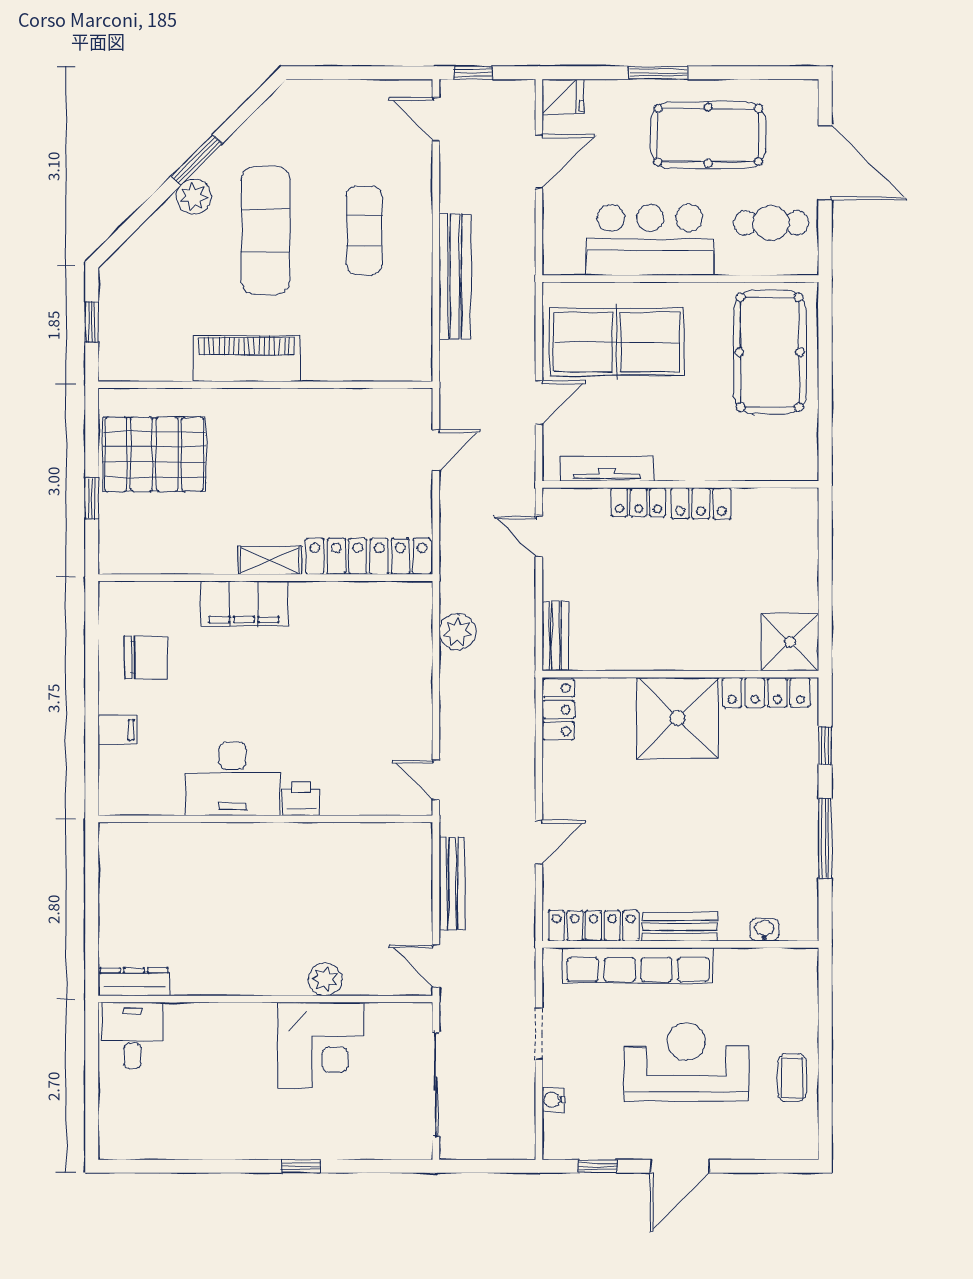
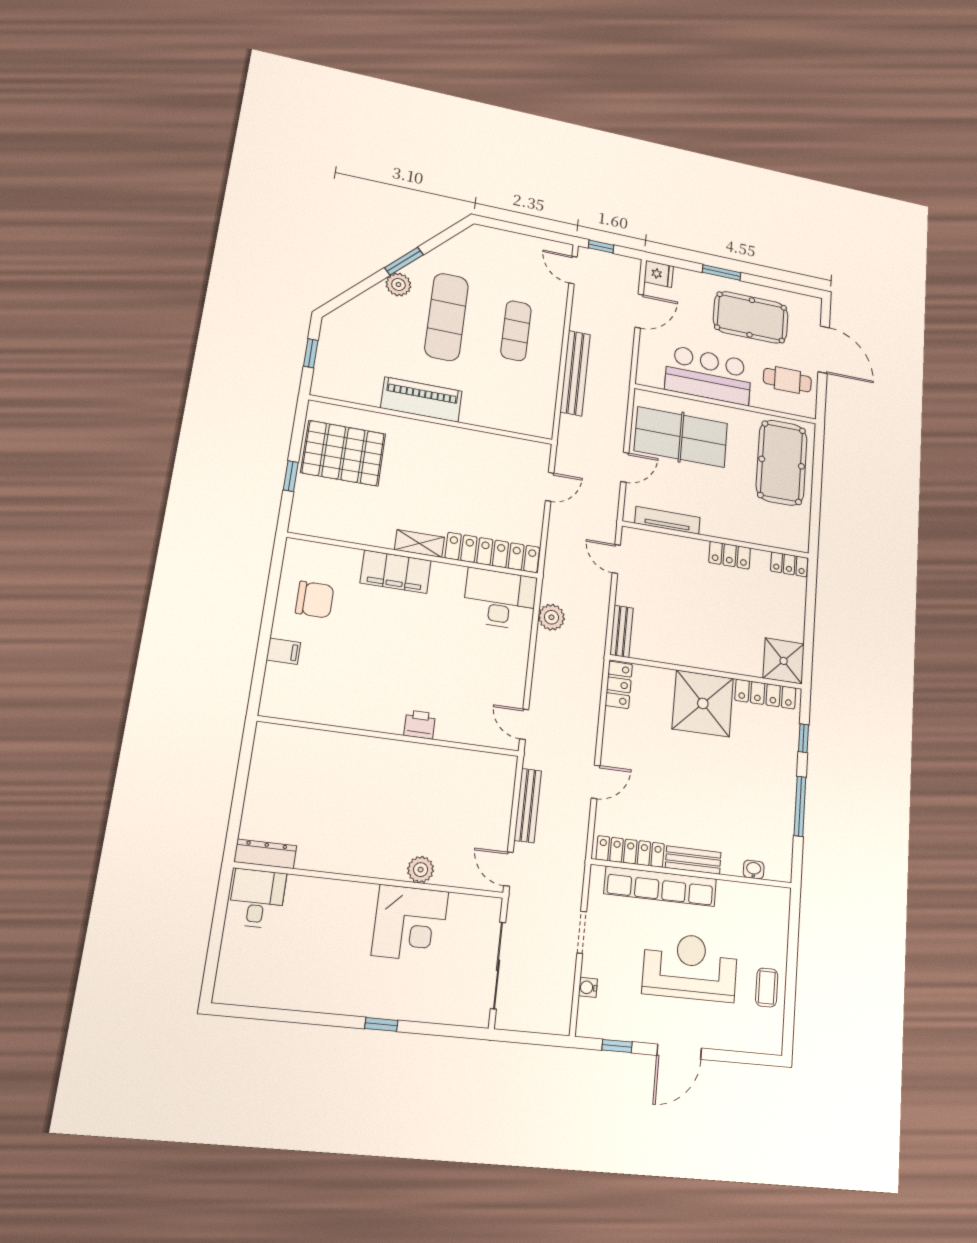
locker: (638, 502) -> (789, 564), moved
desk: (232, 779) -> (500, 599), moved, turned 180

